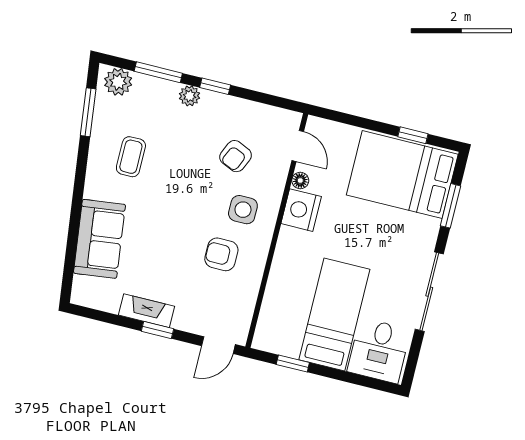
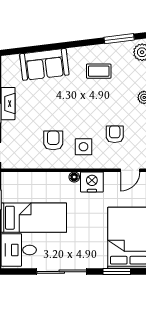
armchair: (236, 156) -> (115, 134), turned 66
floor lamp: (300, 181) -> (74, 177), moved

